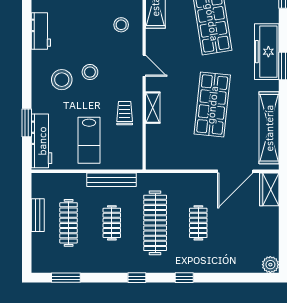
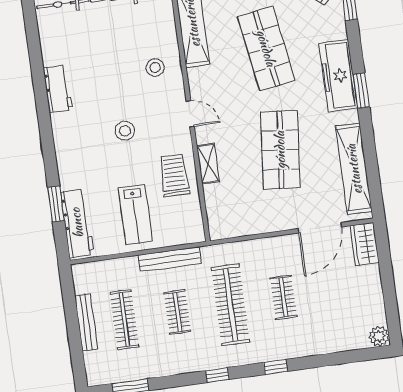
stool: (62, 80) -> (92, 145), removed
trolley: (125, 113) -> (174, 175), width x1.36, depth x1.39
bench: (38, 215) -> (86, 322), width x1.36

